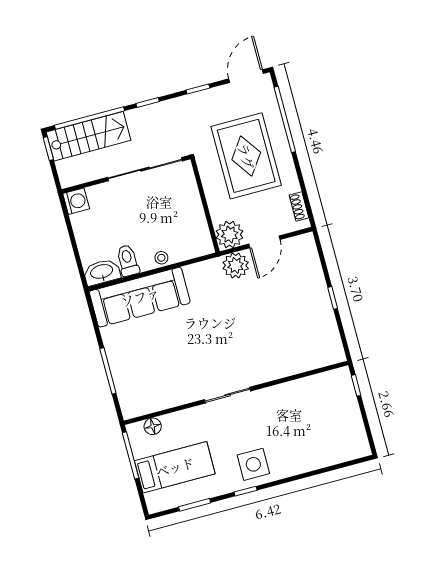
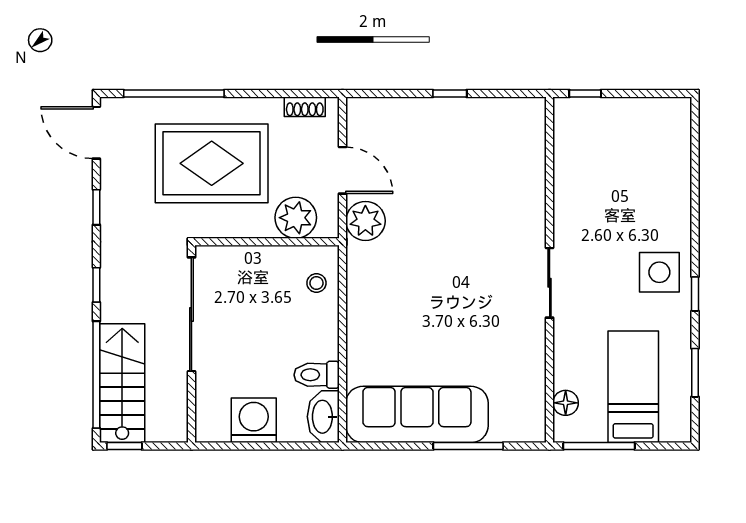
washing machine: (76, 201) -> (254, 420), moved, width x1.37, depth x1.37
plant: (230, 235) -> (296, 218), moved
stool: (161, 258) -> (316, 283), moved
sofa: (140, 297) -> (417, 414), moved, turned -90

